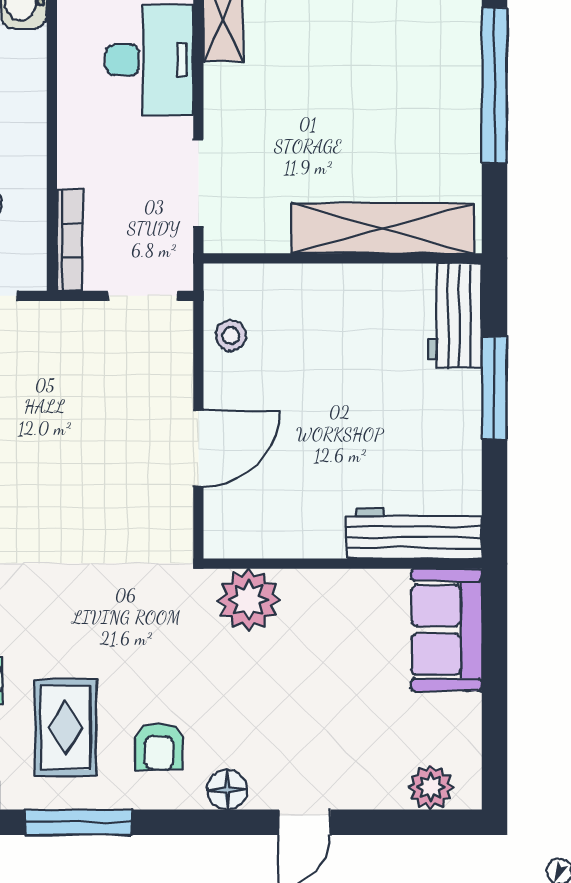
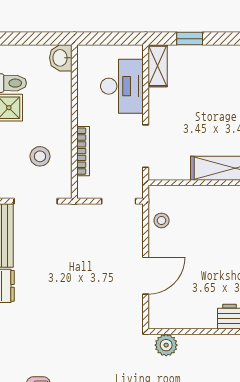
bookcase: (70, 240) -> (83, 151), moved
plant: (249, 600) -> (166, 345), width x0.73, depth x0.73

